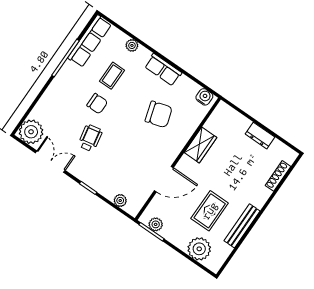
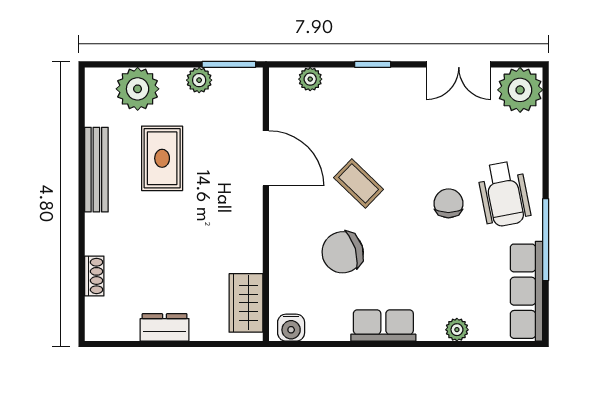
coffee table: (112, 76) -> (359, 183), moved, turned -46
chair: (97, 104) -> (448, 203), turned 90
wheelchair: (90, 138) -> (504, 194), moved, width x1.36, depth x1.37
wardrobe: (200, 145) -> (246, 303), moved
shoe rack: (278, 176) -> (94, 276), width x0.70
door: (164, 179) -> (266, 158), swing flipped
plant: (156, 224) -> (199, 80), moved

